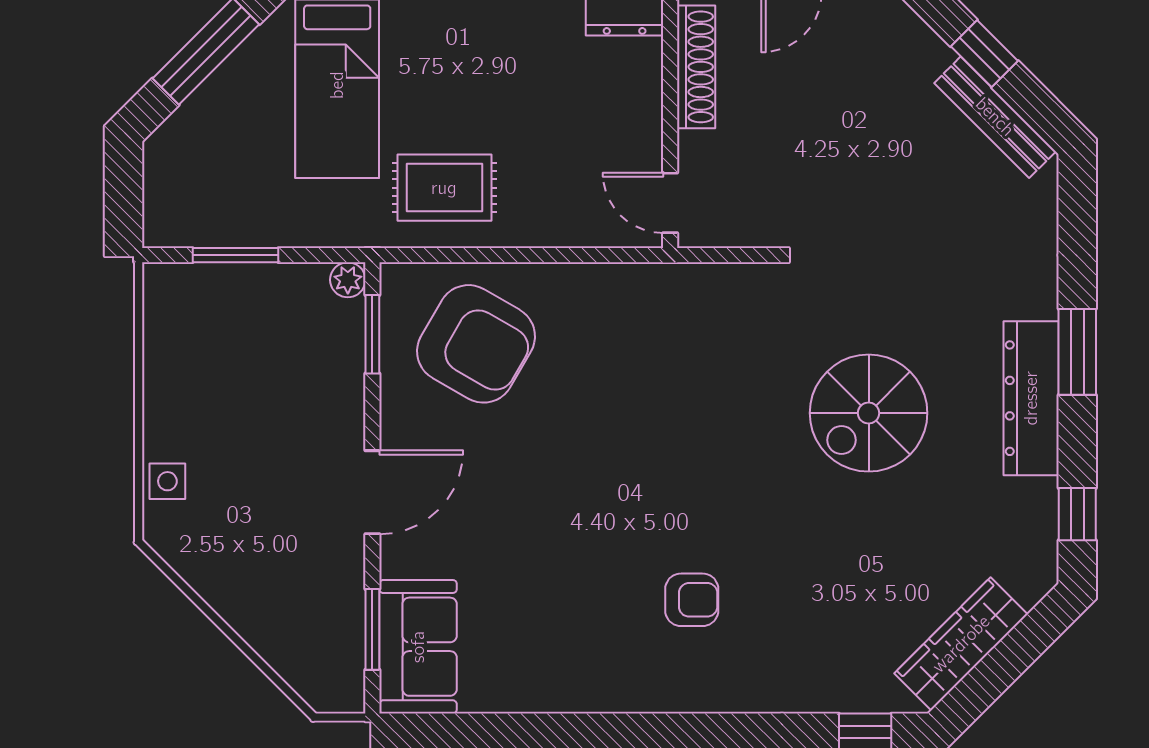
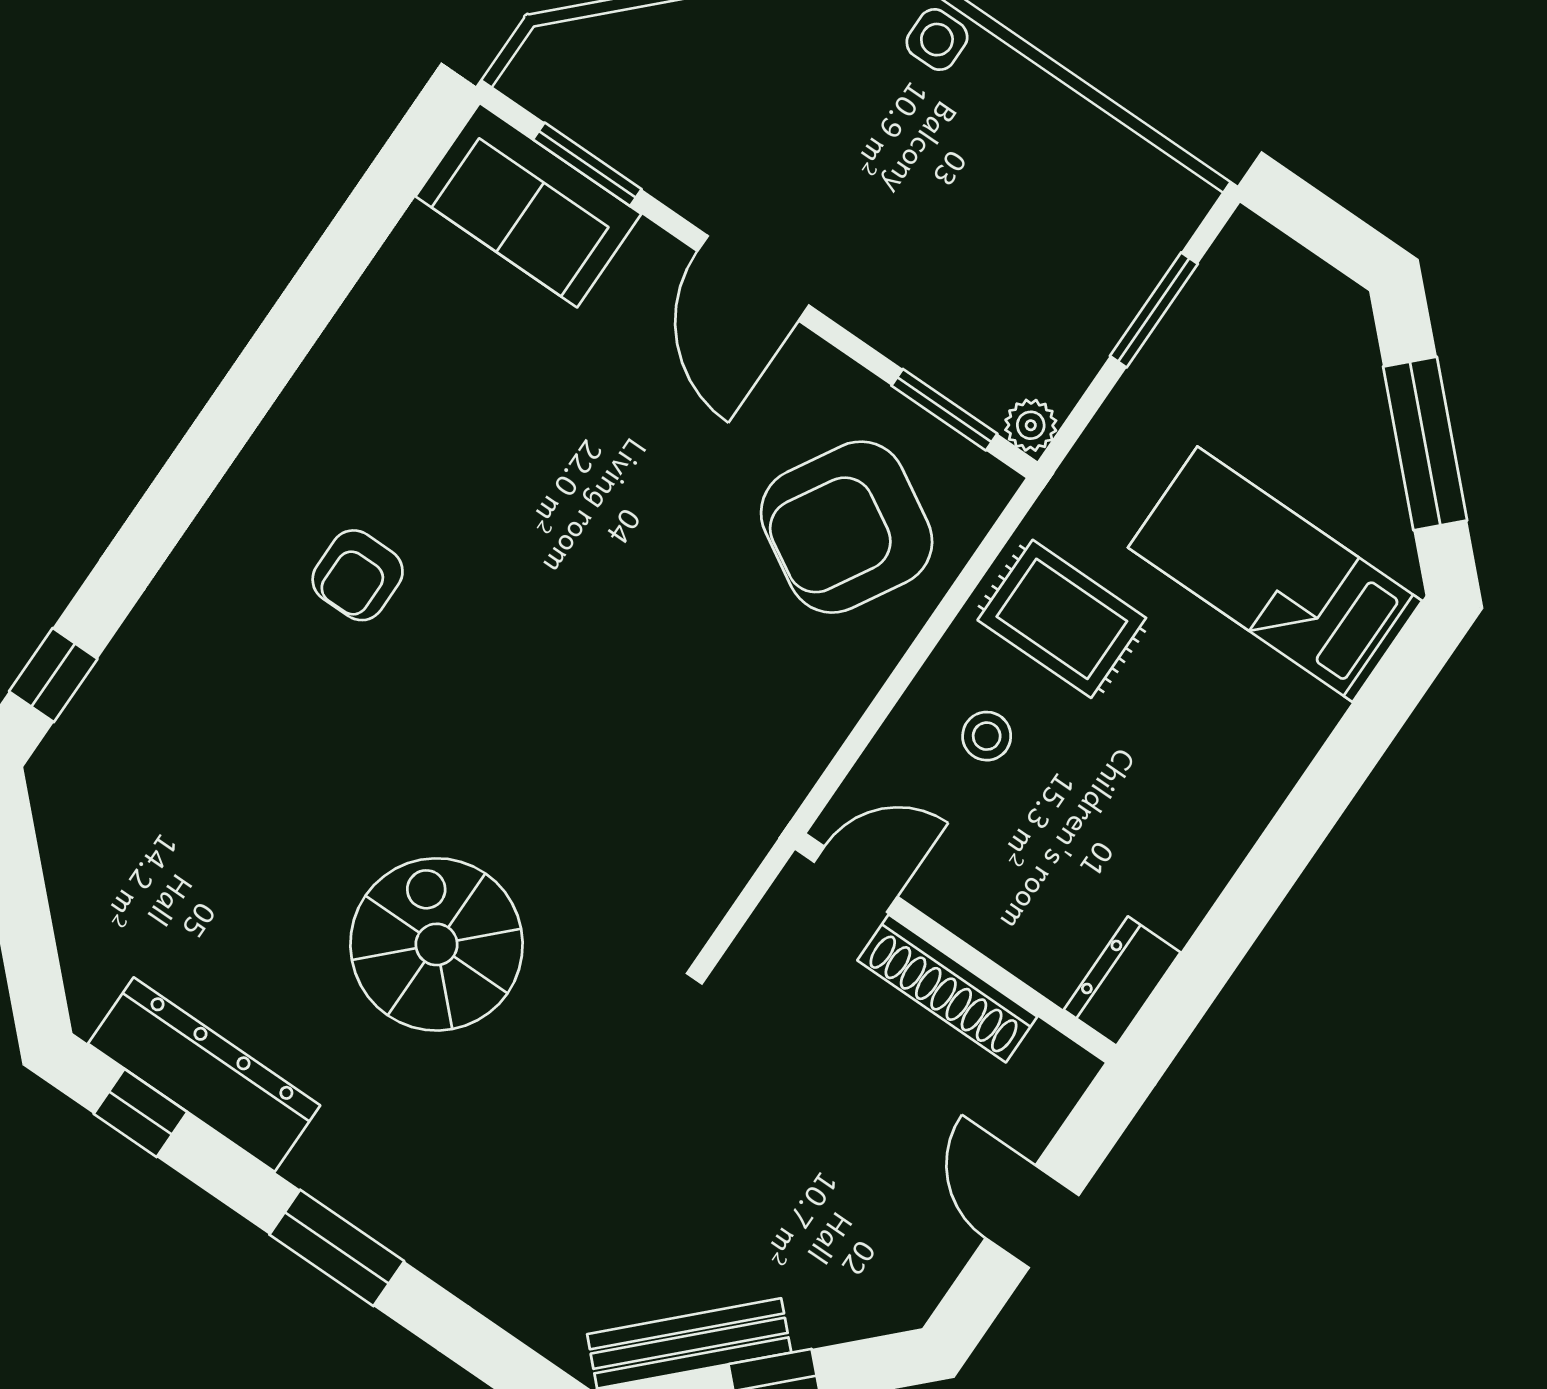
shoe rack: (696, 67) -> (947, 988), moved
stool: (539, 185) -> (987, 736), added
rug: (444, 188) -> (1062, 619), turned 90
dresser: (1031, 398) -> (204, 1075), moved
wardrobe: (961, 644) -> (80, 864), removed

